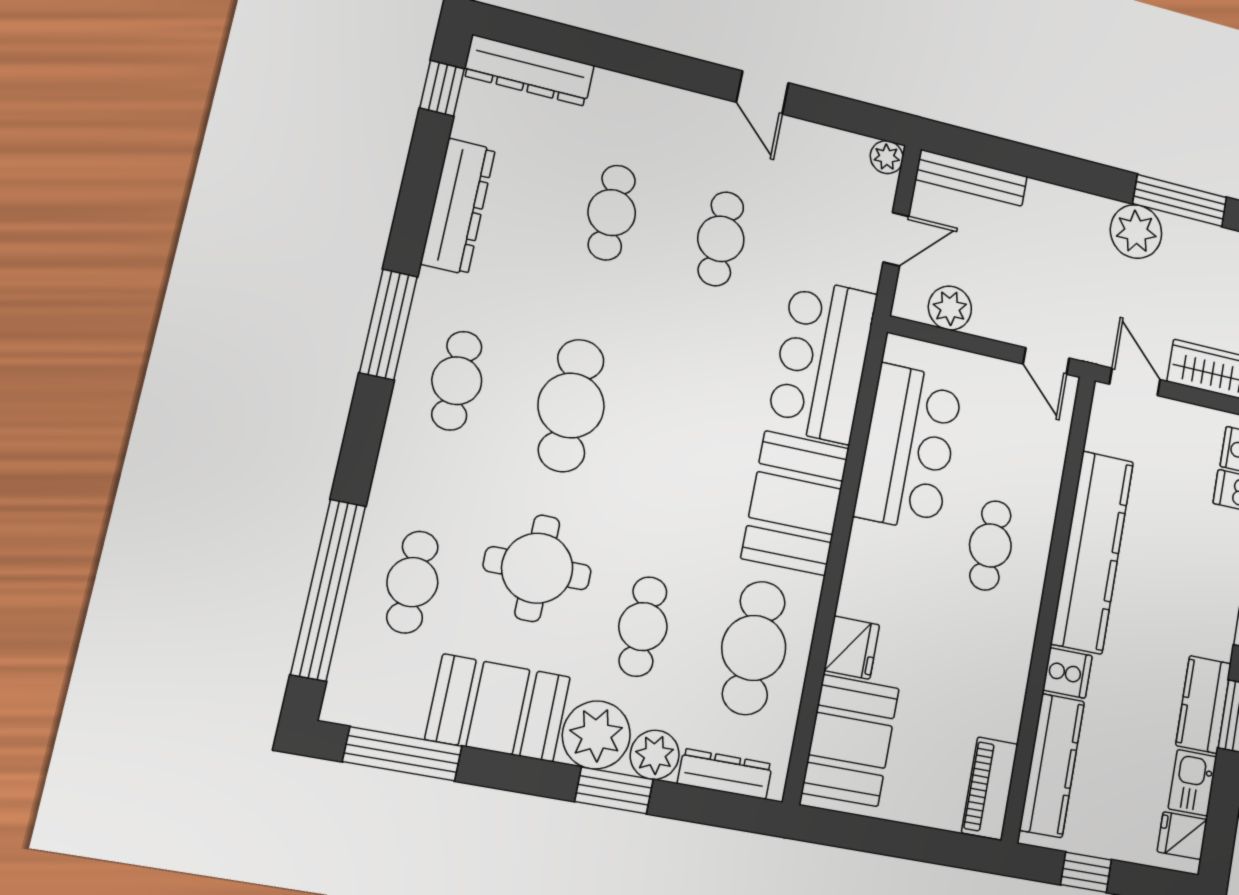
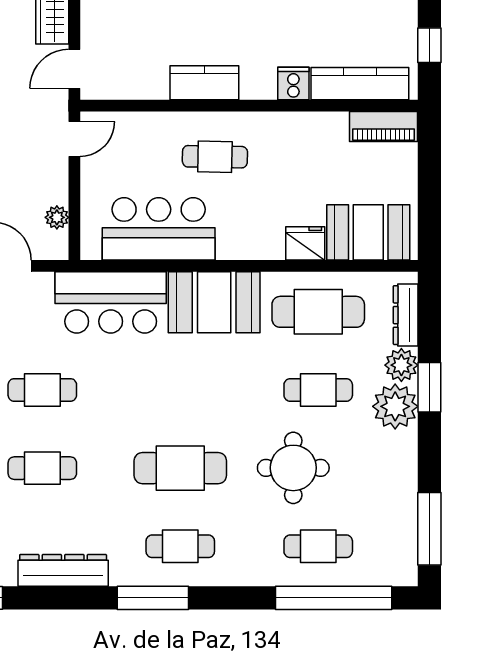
plant: (950, 308) -> (57, 217), width x0.73, depth x0.73
kitchen counter: (1092, 552) -> (204, 83), width x0.48, depth x0.86
booth: (498, 708) -> (389, 474), removed

